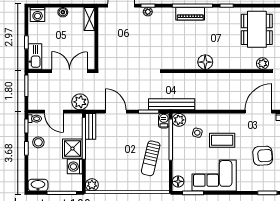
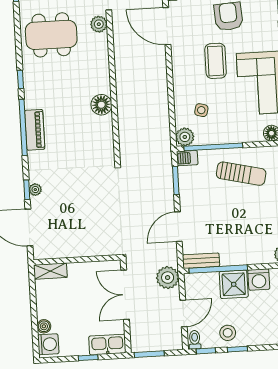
boiler: (63, 12) -> (44, 326), moved
bench: (172, 104) -> (163, 148), removed
coffee table: (222, 140) -> (216, 61), moved

